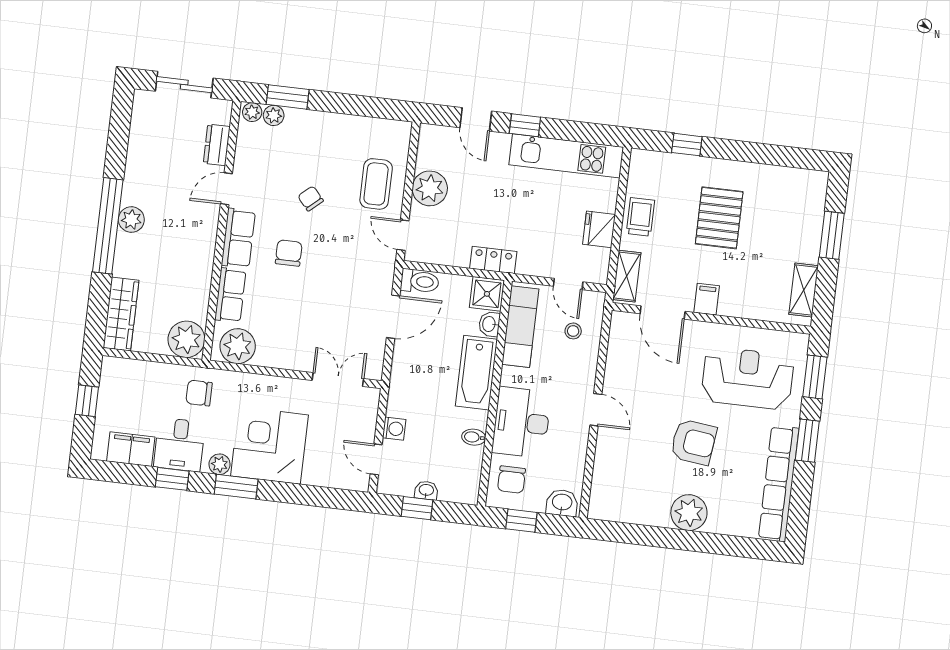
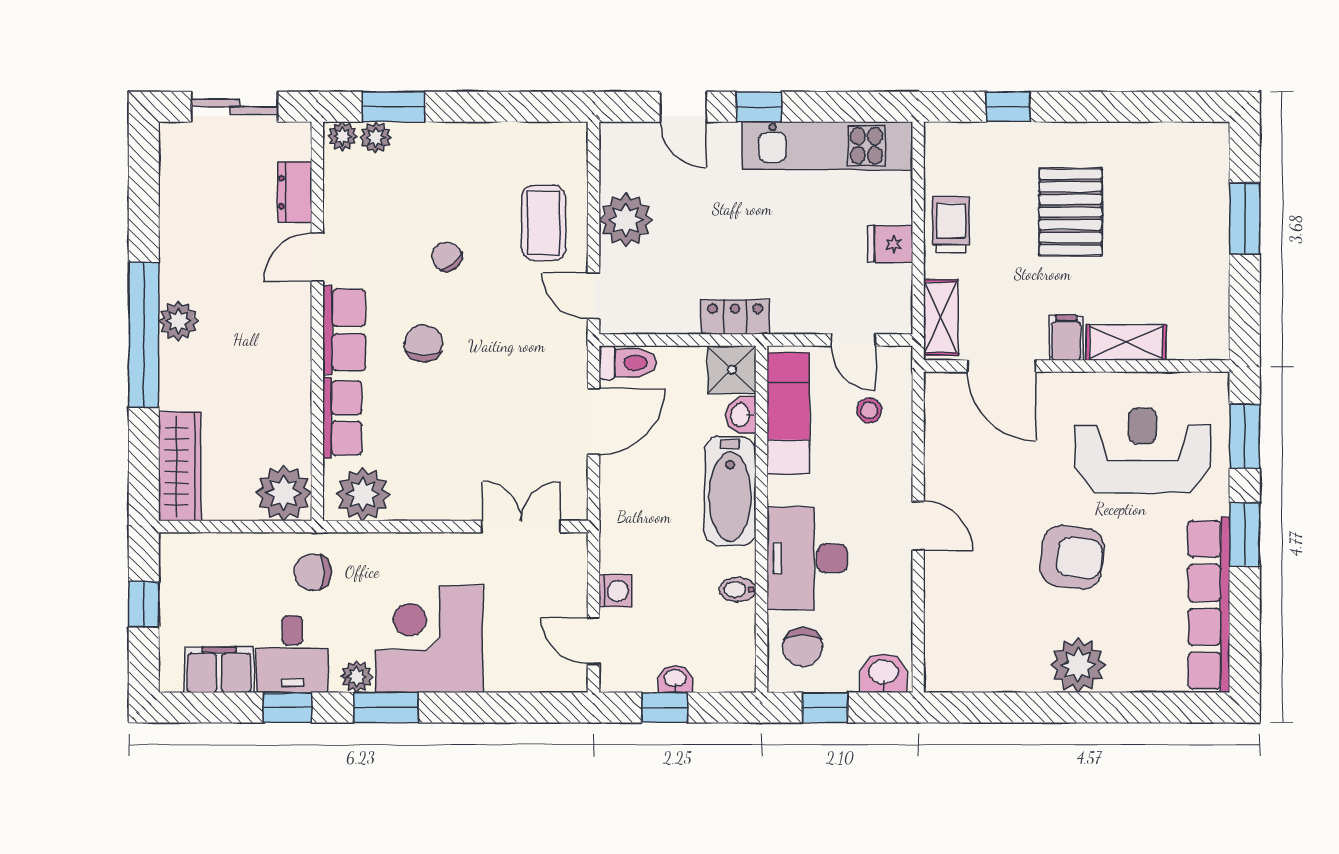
fridge: (599, 229) -> (890, 244), width x0.72
shelving: (804, 290) -> (1126, 343), moved, turned 90

